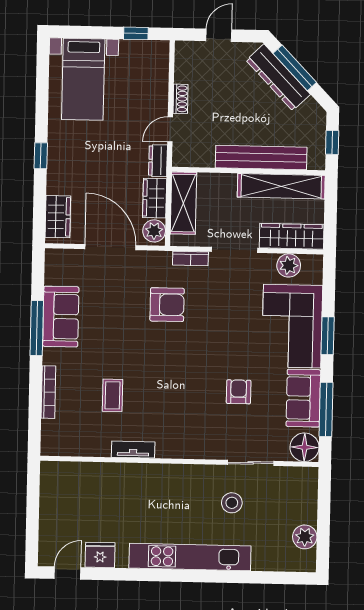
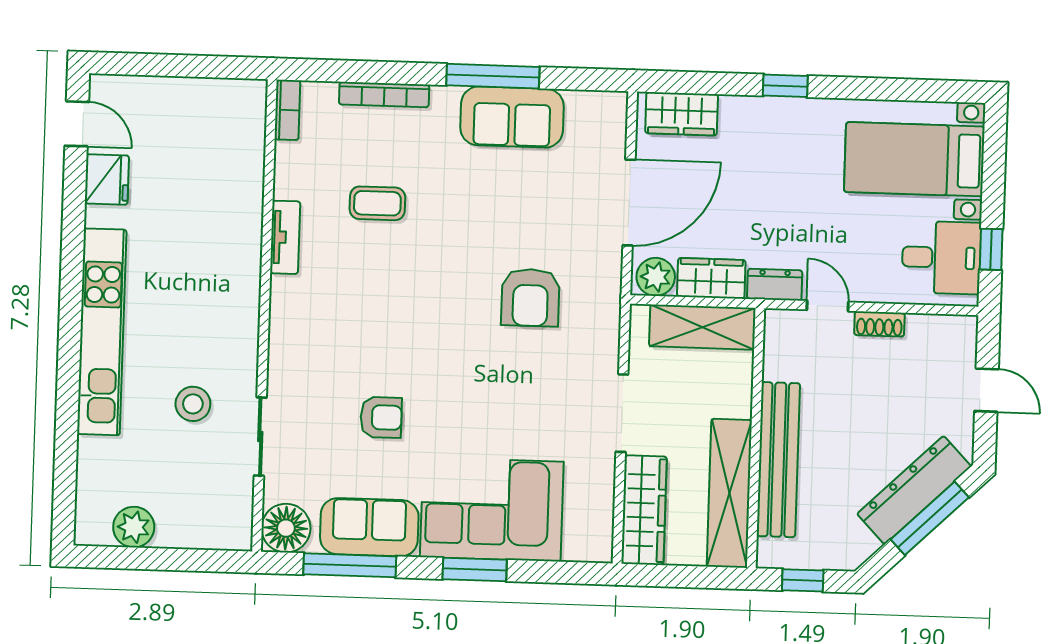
desk: (141, 63) -> (941, 258), added
bookcase: (190, 259) -> (287, 110), moved, turned 180
plant: (289, 265) -> (595, 505), removed

